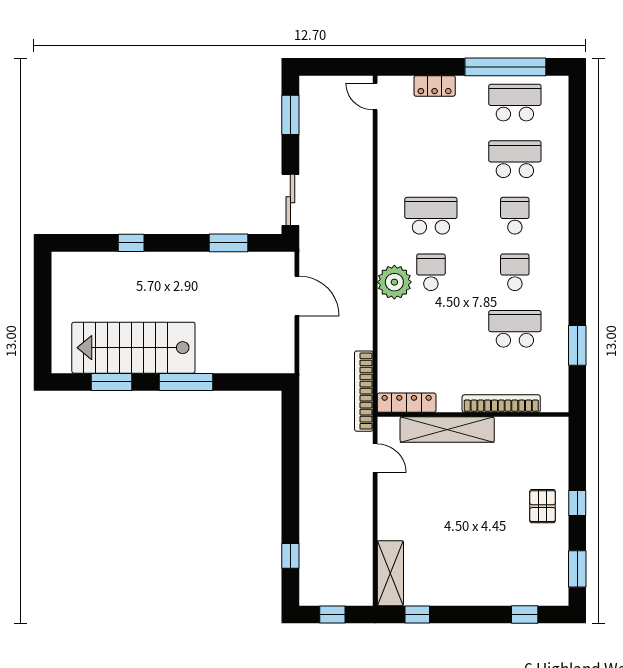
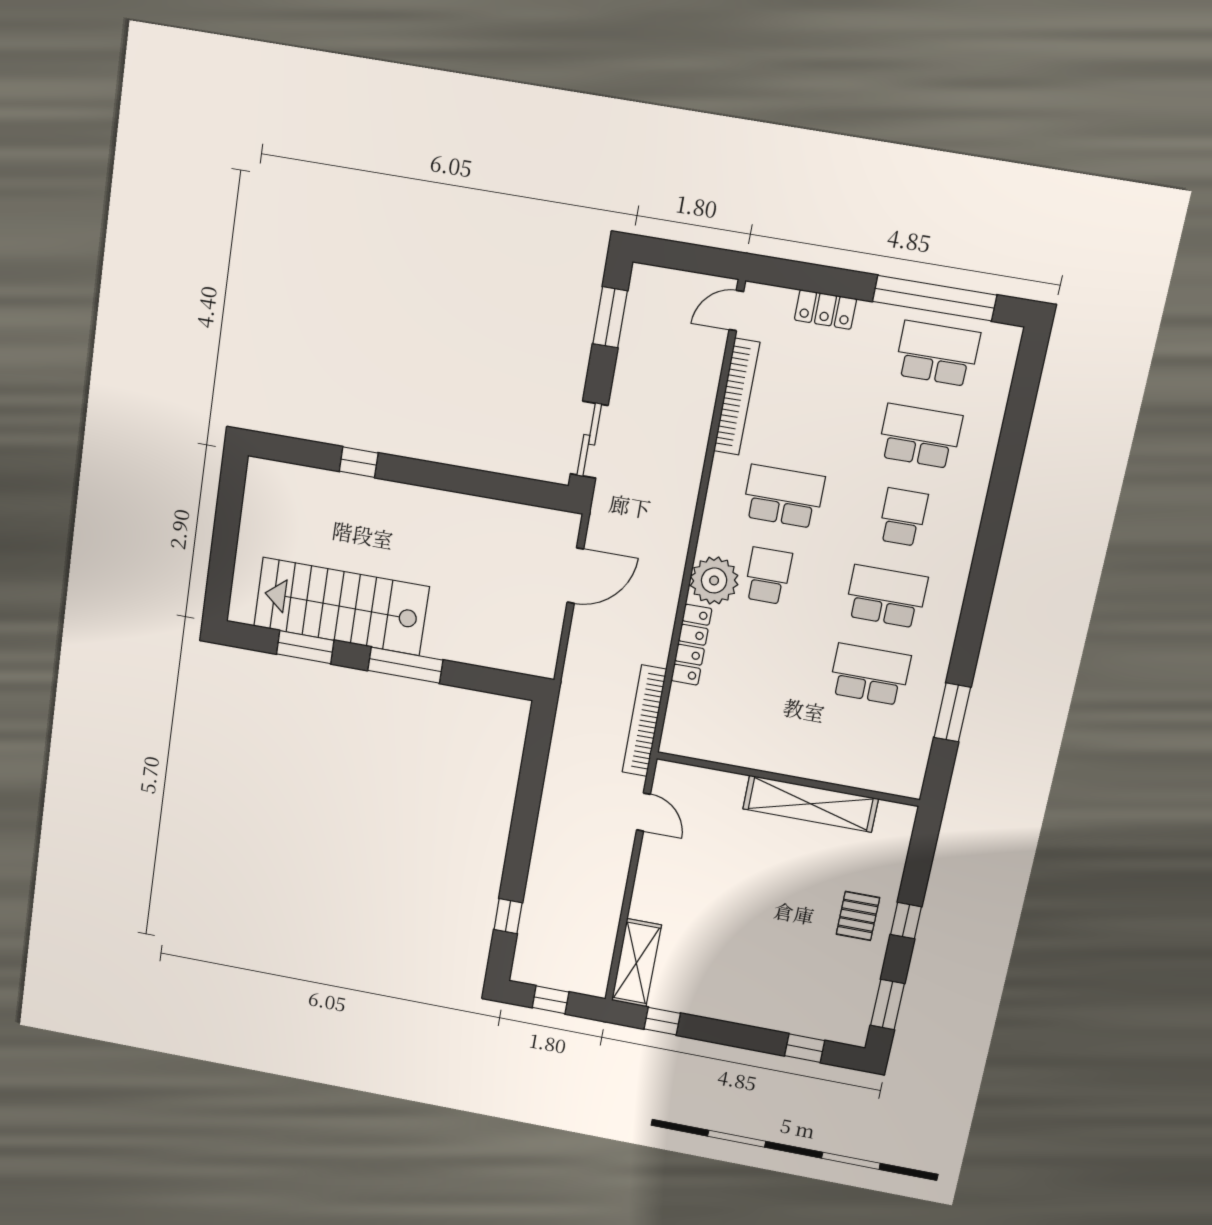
door: (375, 97) -> (736, 311), hinge flipped
window: (229, 243) -> (493, 486), removed
school desk: (515, 272) -> (886, 596), width x1.85
door: (297, 296) -> (575, 576), hinge flipped
locker: (407, 403) -> (691, 645), moved, turned 90
bookcase: (501, 404) -> (737, 397), moved, turned 90
shelving: (447, 430) -> (811, 804), moved

